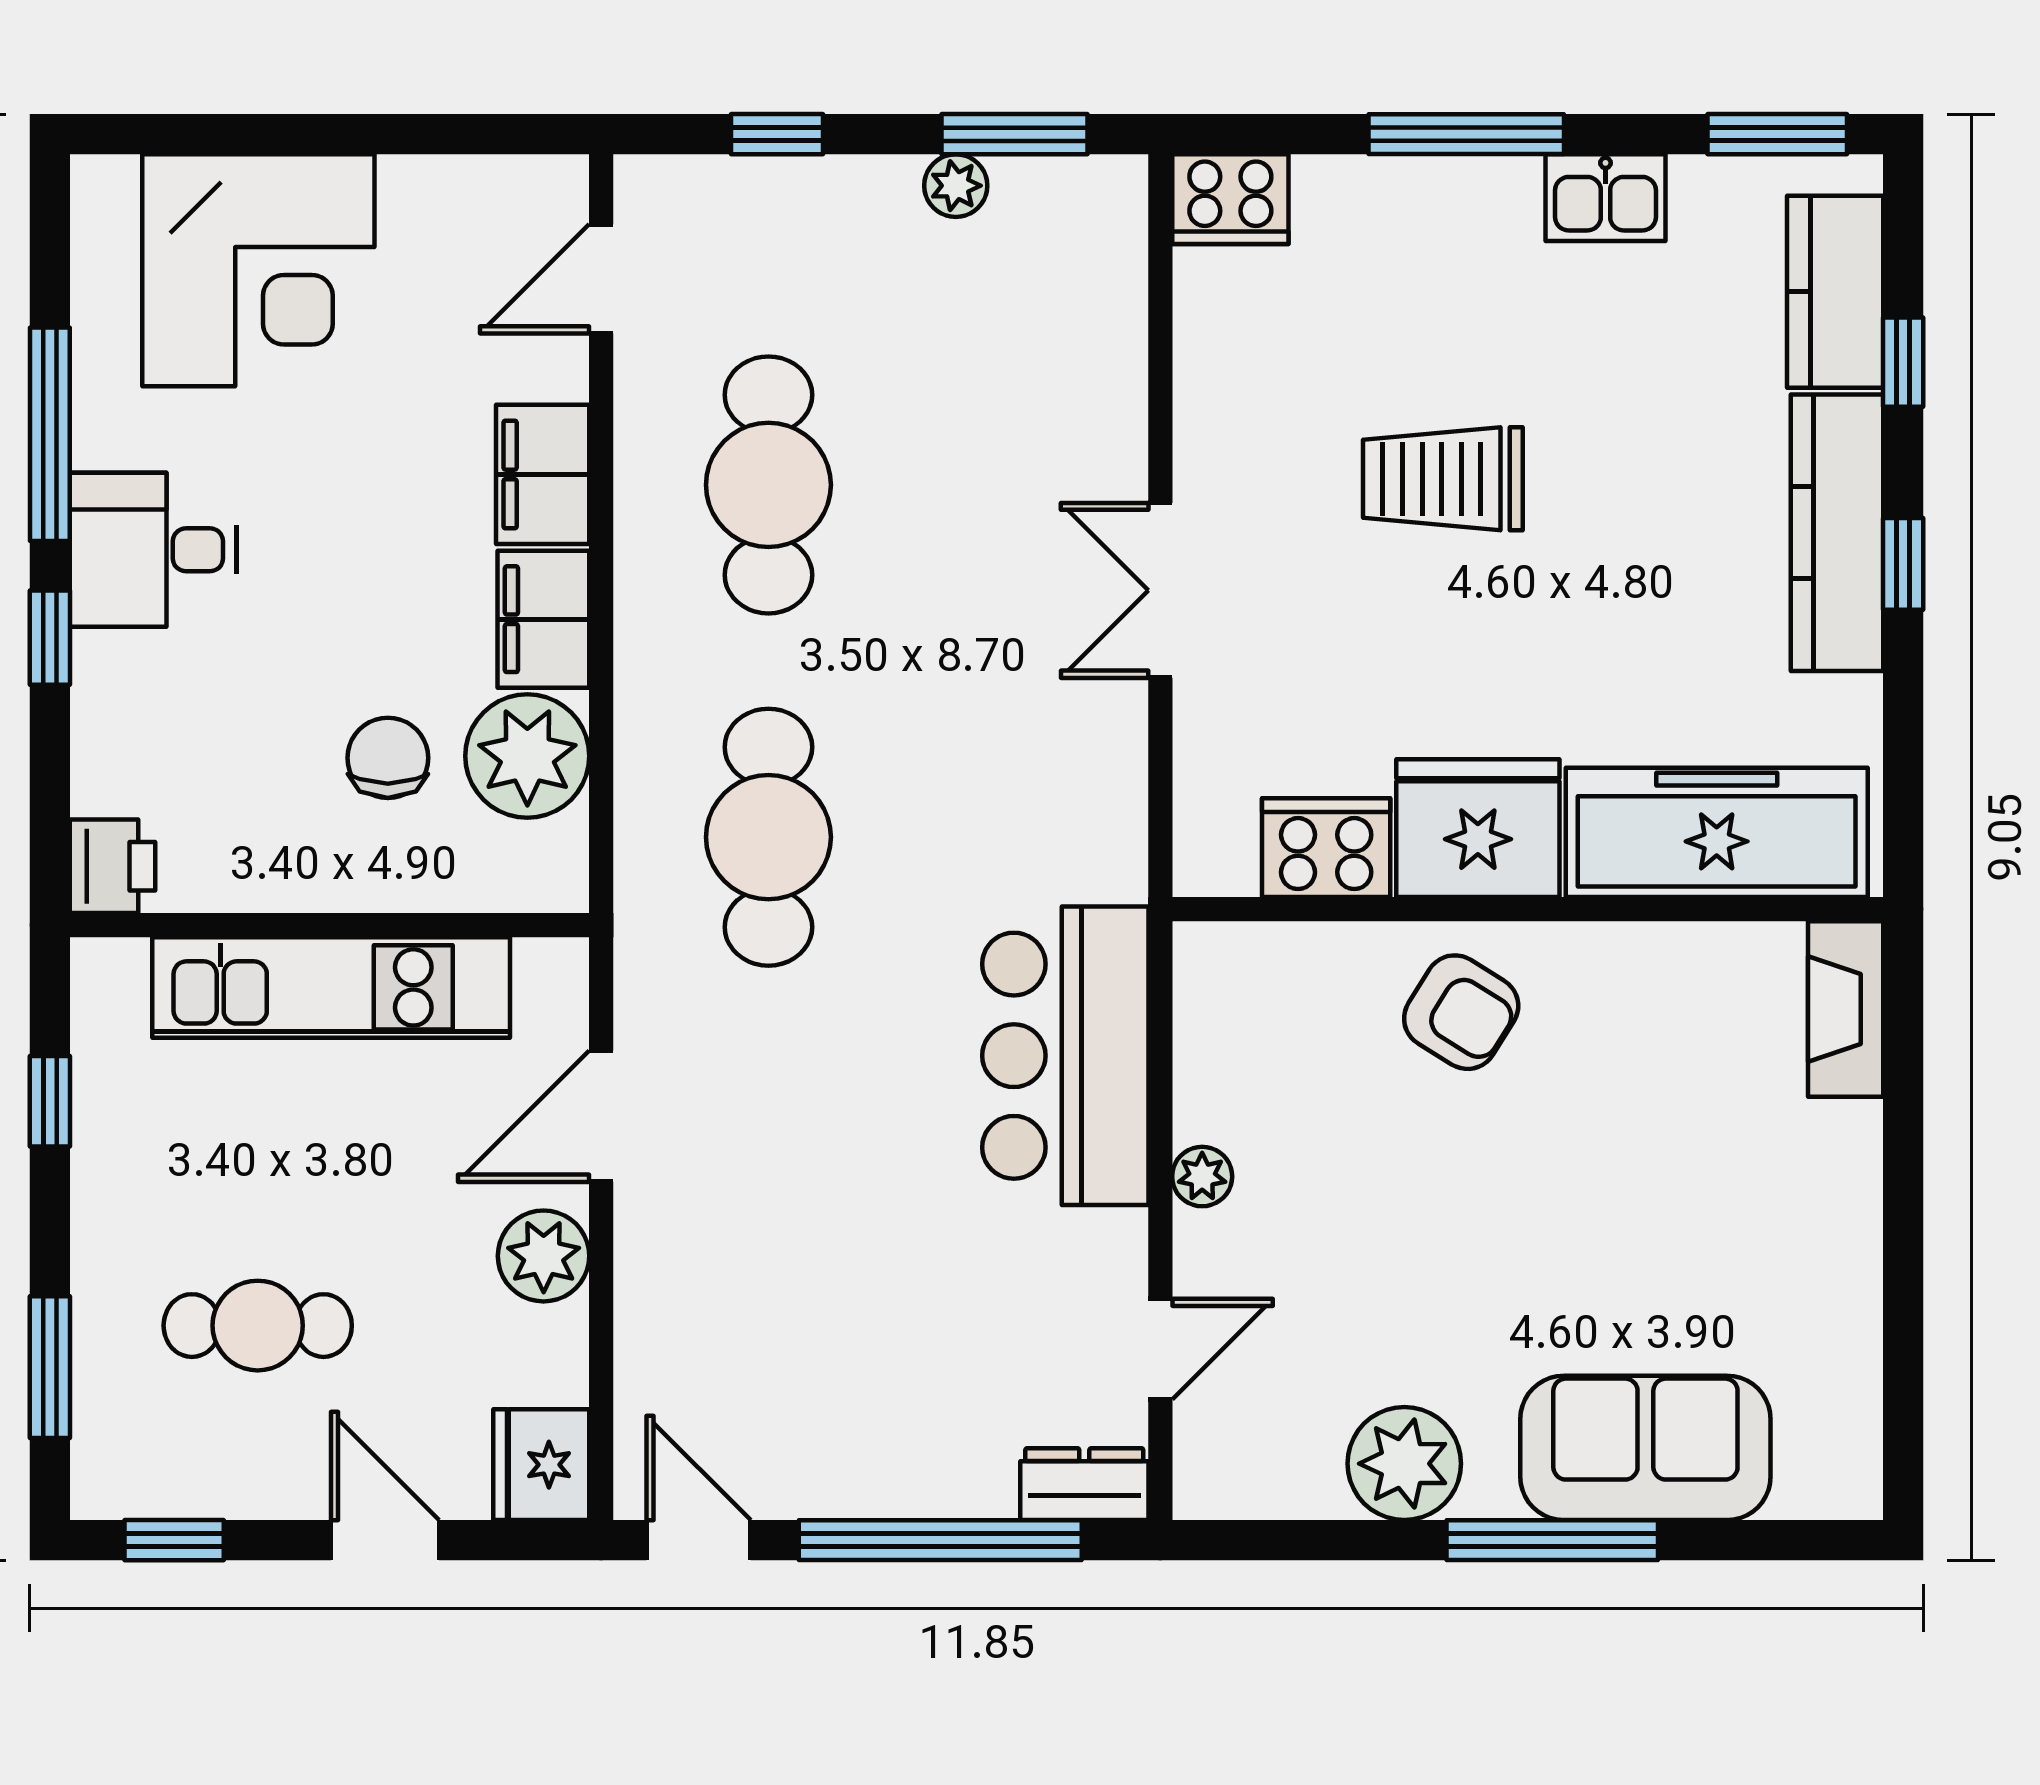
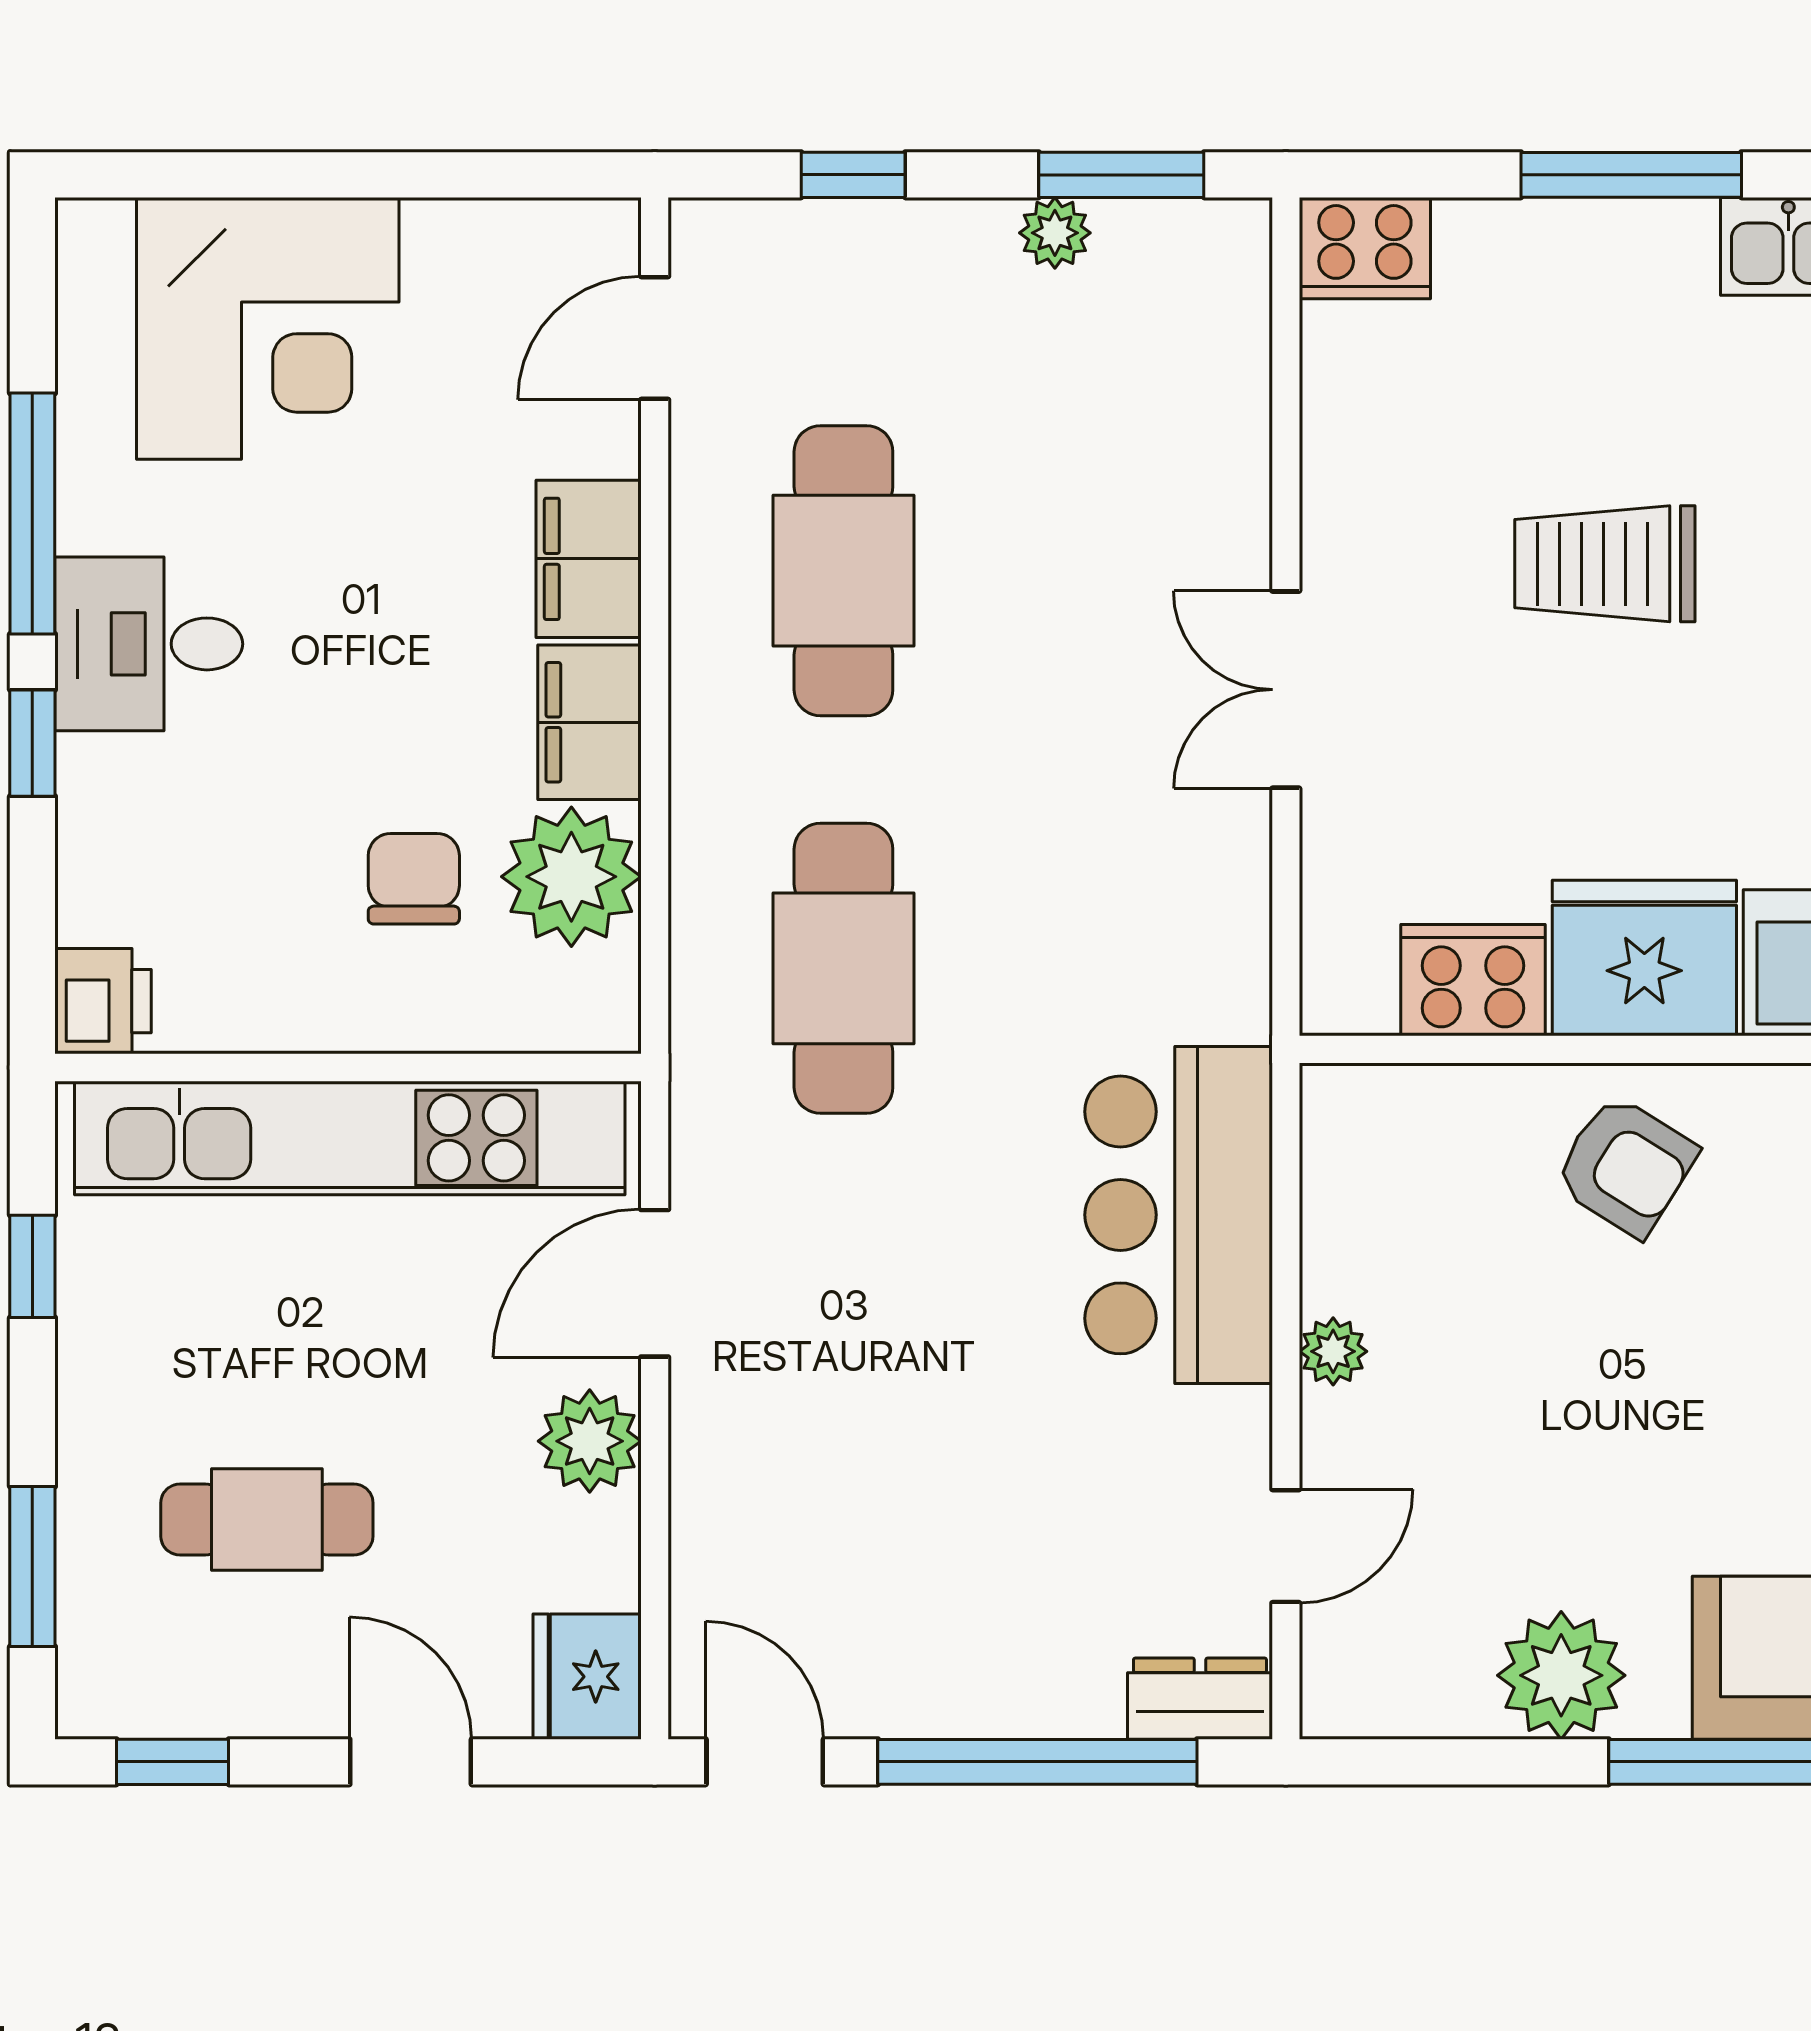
kitchen unit: (331, 987) -> (350, 1138), width x1.36

